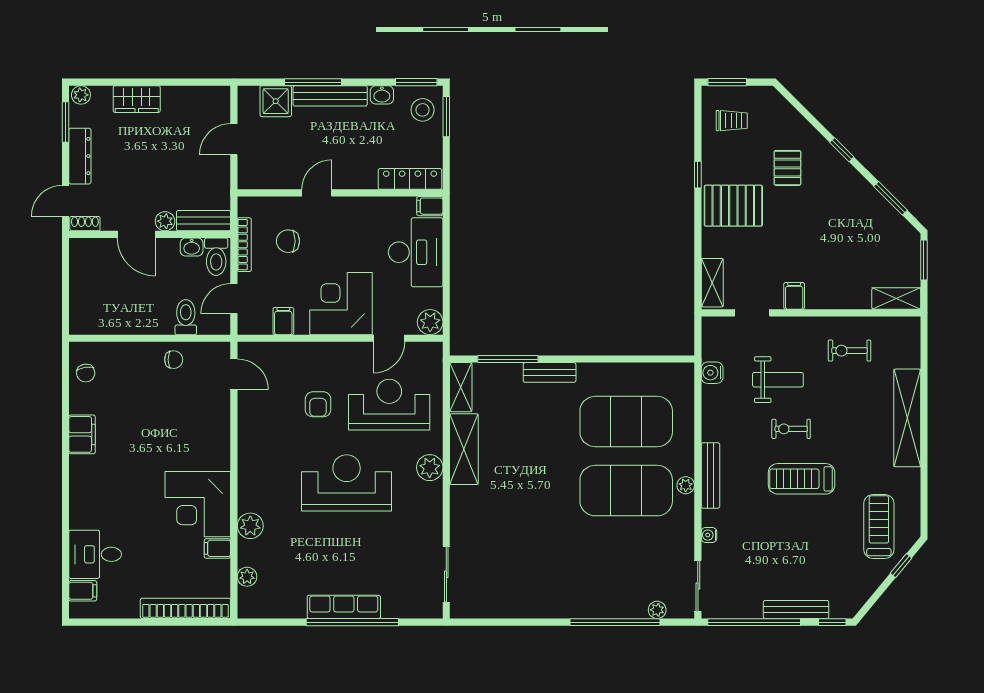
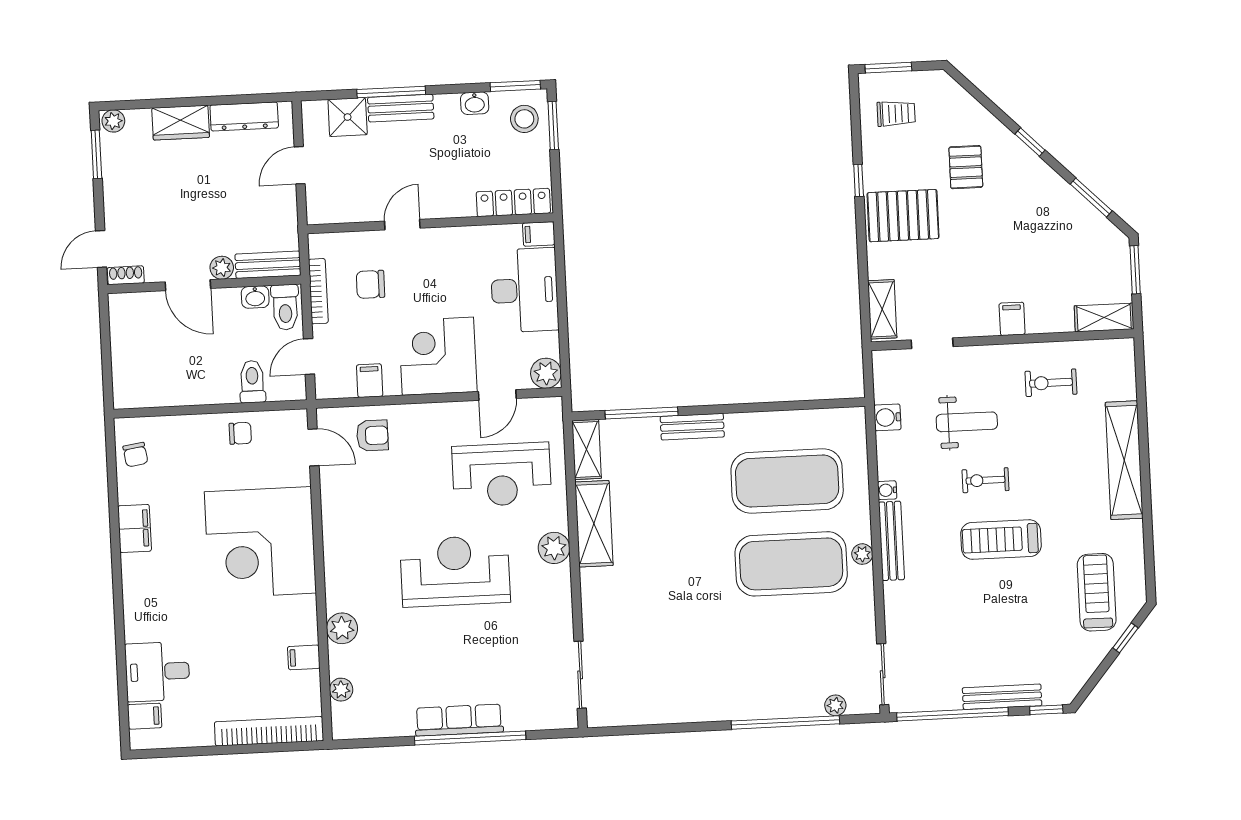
bench: (330, 96) -> (401, 108), width x0.73
dresser: (80, 156) -> (244, 116), moved, turned 90
filing cabinet: (794, 296) -> (1012, 319), moved
armchair: (318, 404) -> (372, 435), moved, turned -90
reception desk: (389, 405) -> (502, 475), turned 180
corner desk: (198, 504) -> (260, 542), moved, width x1.36, depth x1.36
water cooler: (709, 535) -> (887, 490), moved

